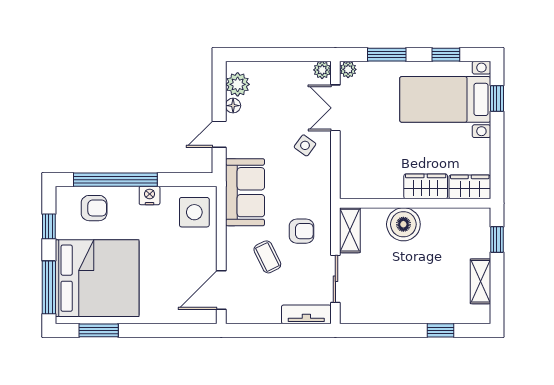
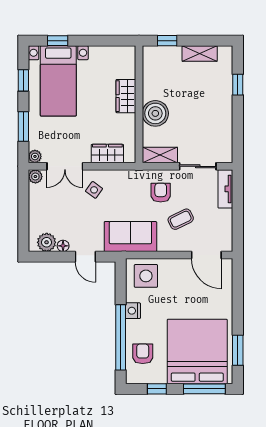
wardrobe: (470, 187) -> (107, 154), moved, turned 90

